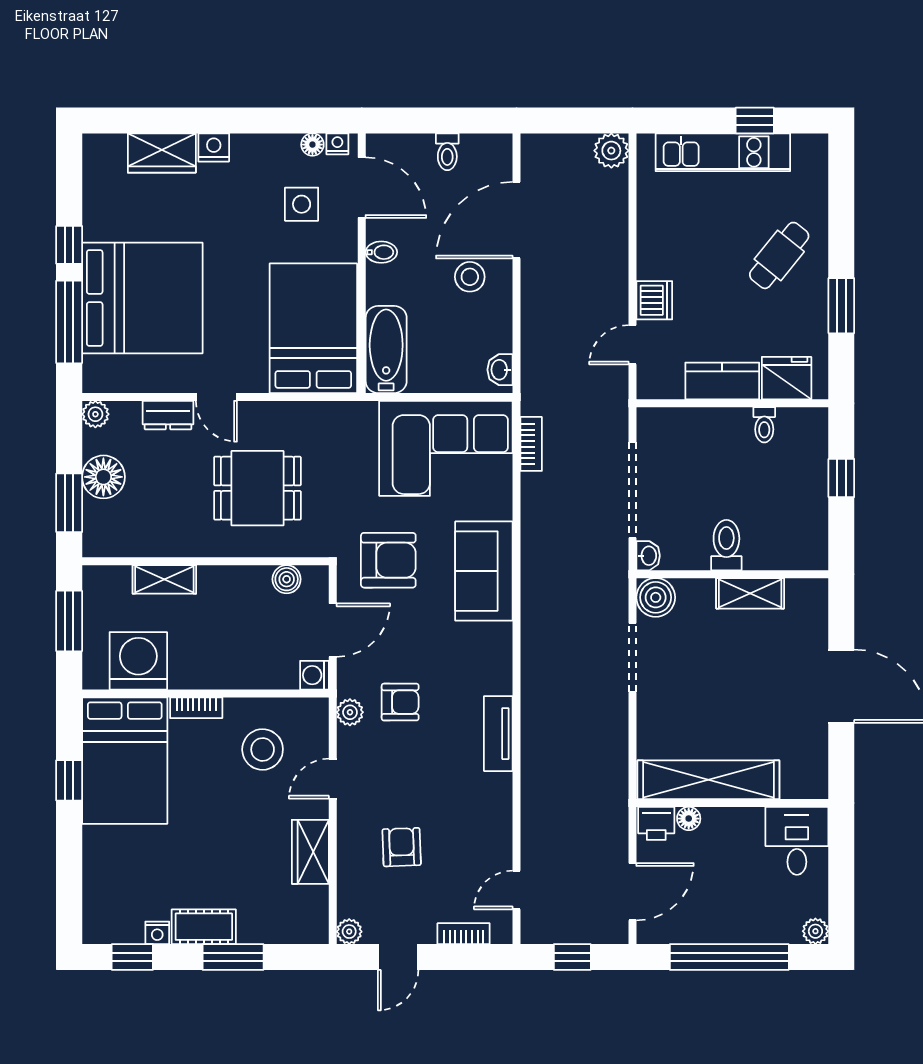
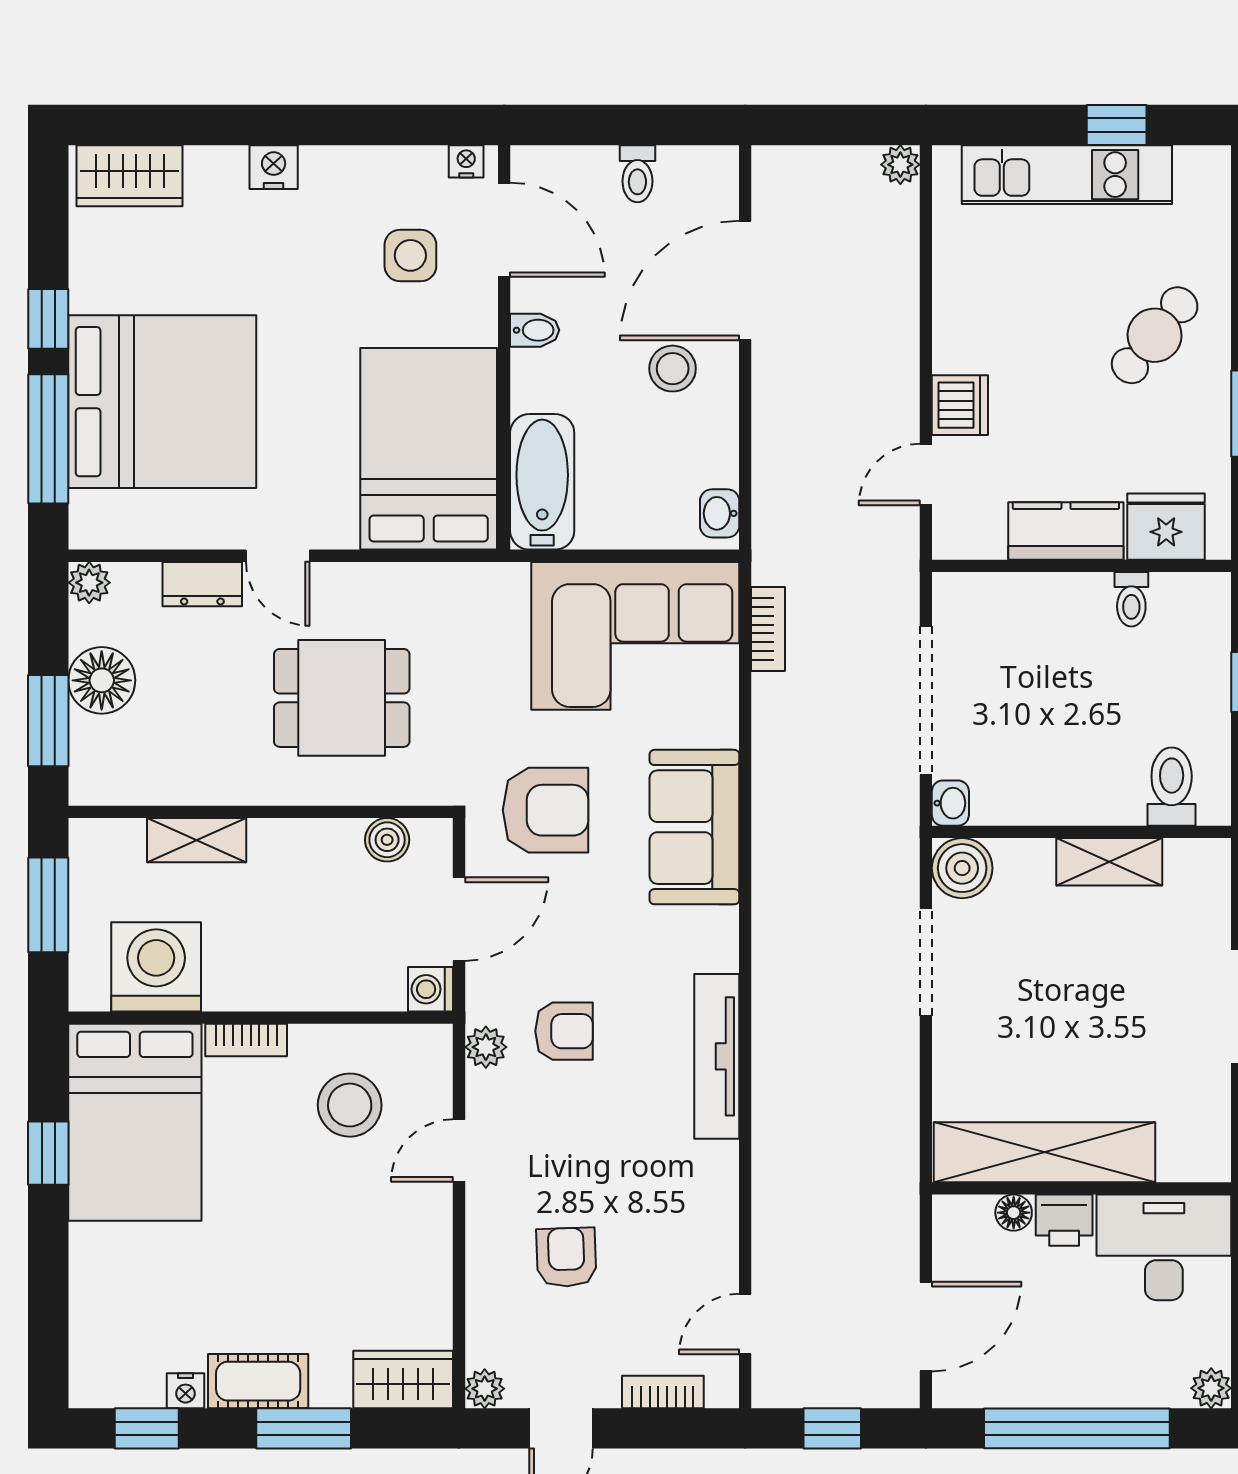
floor lamp: (312, 145) -> (427, 163), removed
plant: (611, 151) -> (900, 165), width x0.73, depth x0.73
wardrobe: (162, 153) -> (130, 176), moved
toilet: (726, 545) -> (1172, 787), moved
tv unit: (498, 734) -> (717, 1056), width x1.41
printer: (656, 823) -> (1064, 1220), moved
desk: (797, 841) -> (1164, 1247), width x1.37
wardrobe: (310, 852) -> (403, 1379), moved, turned 90

